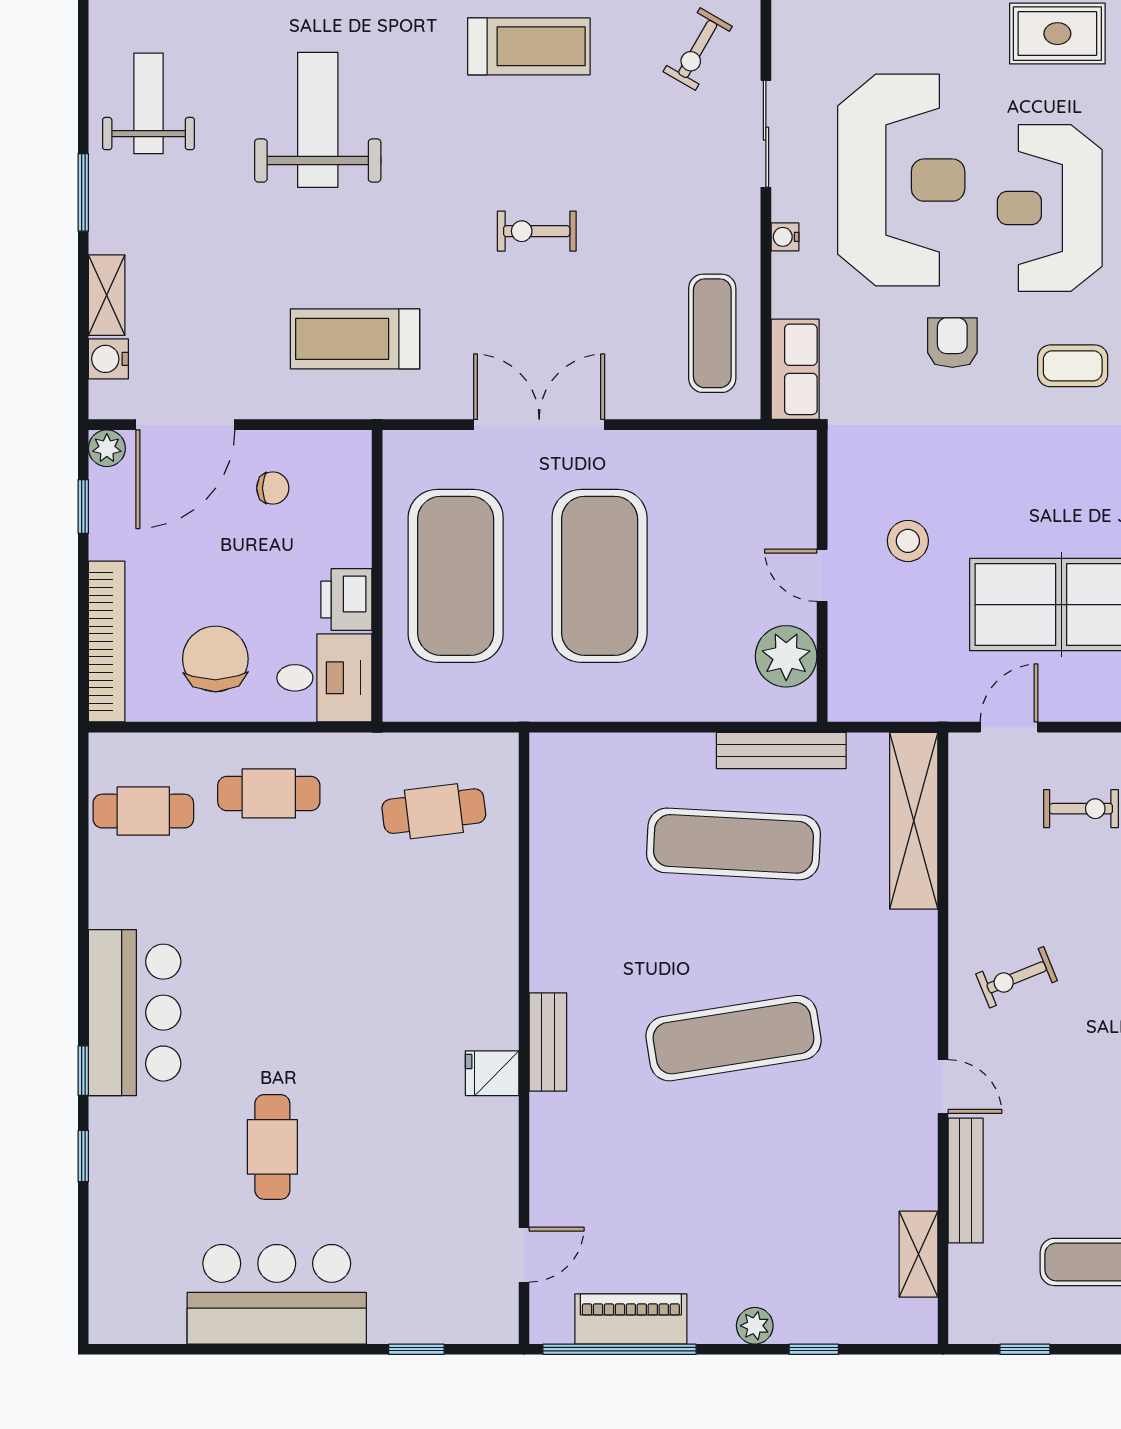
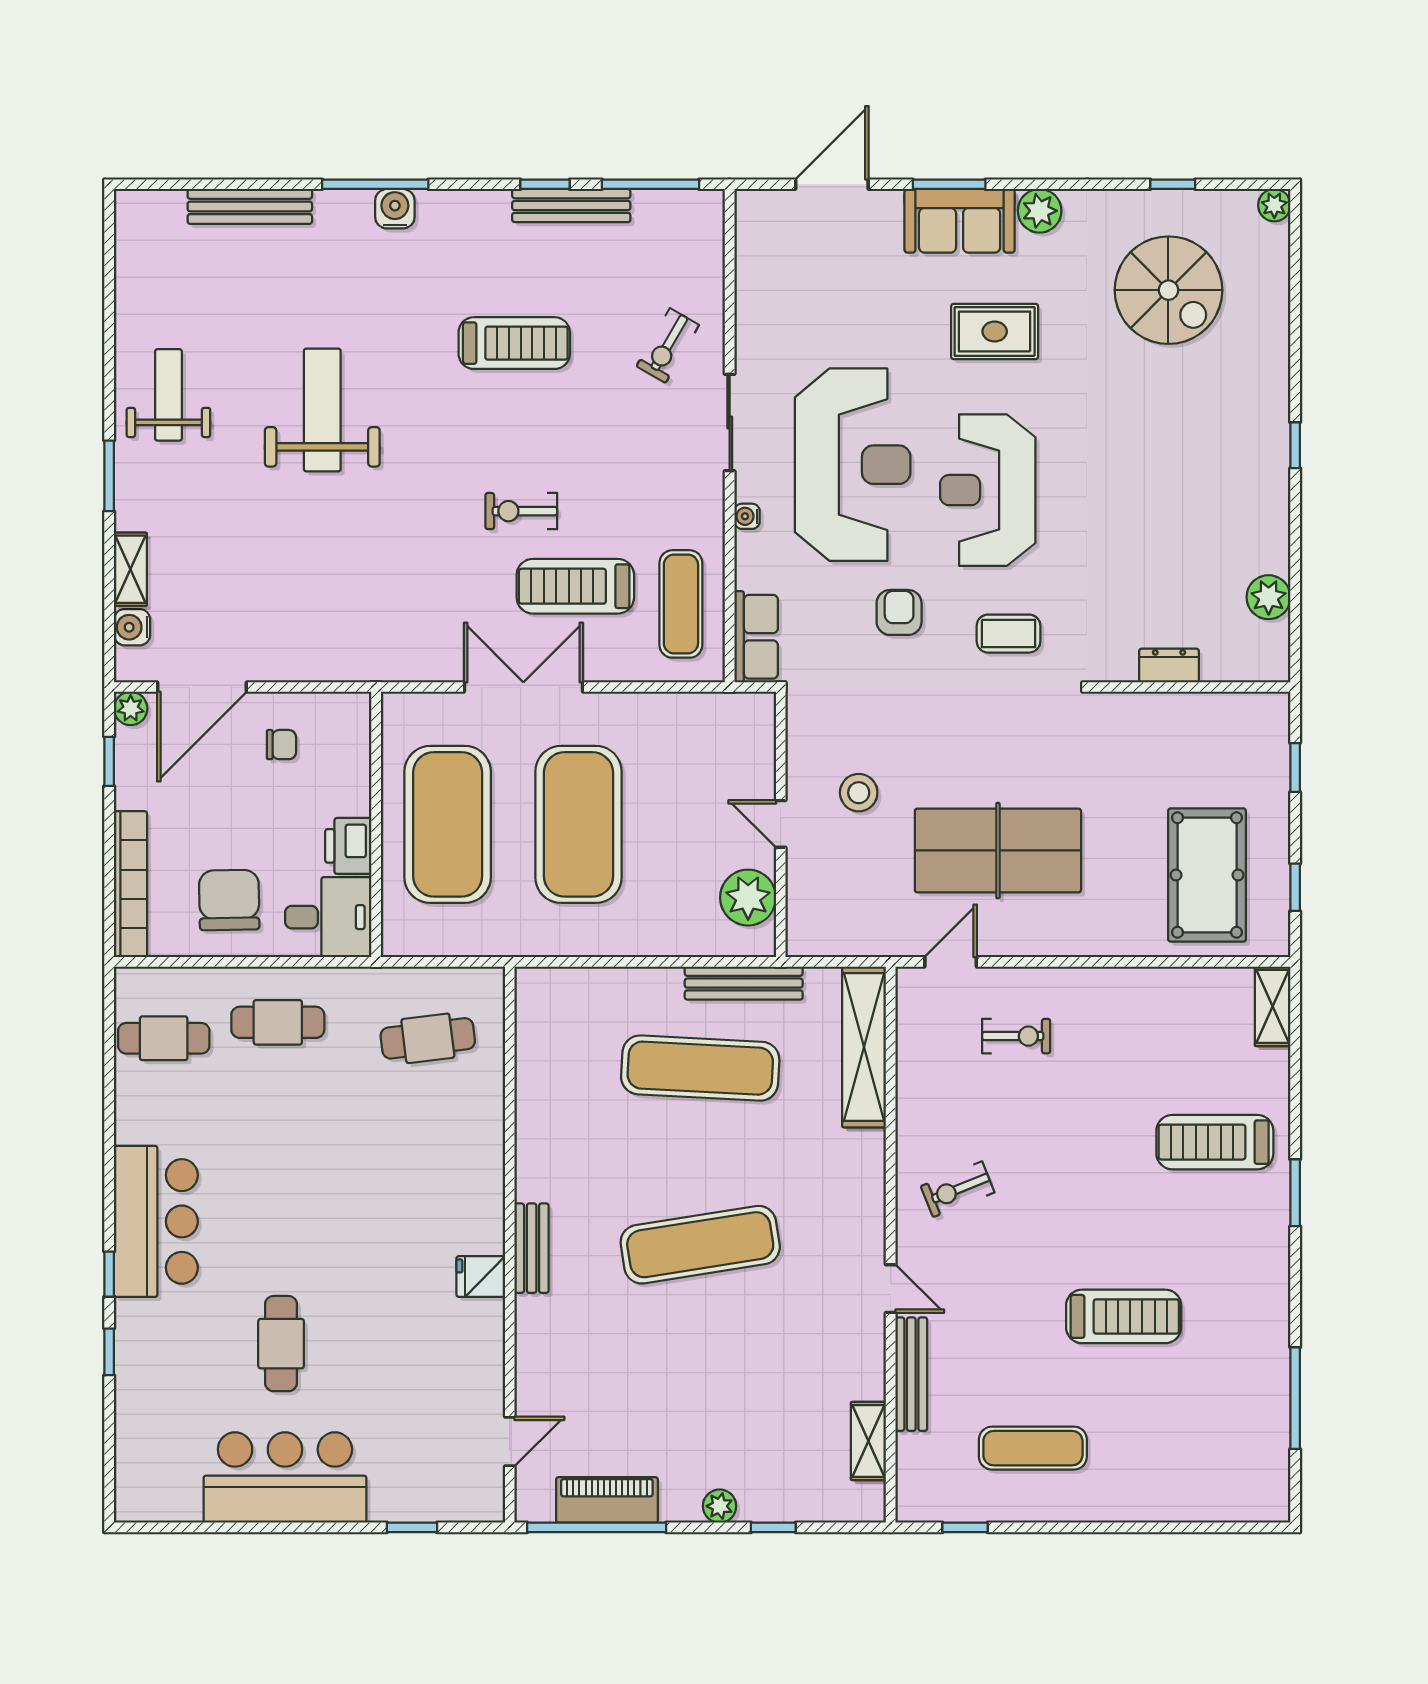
treadmill: (355, 339) -> (575, 586), moved

